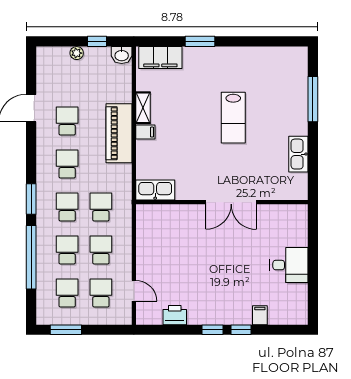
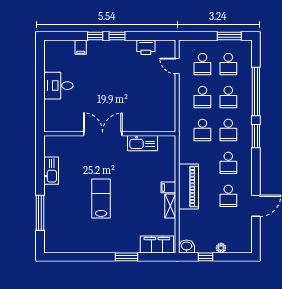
kitchen sink: (155, 190) -> (142, 143), moved

